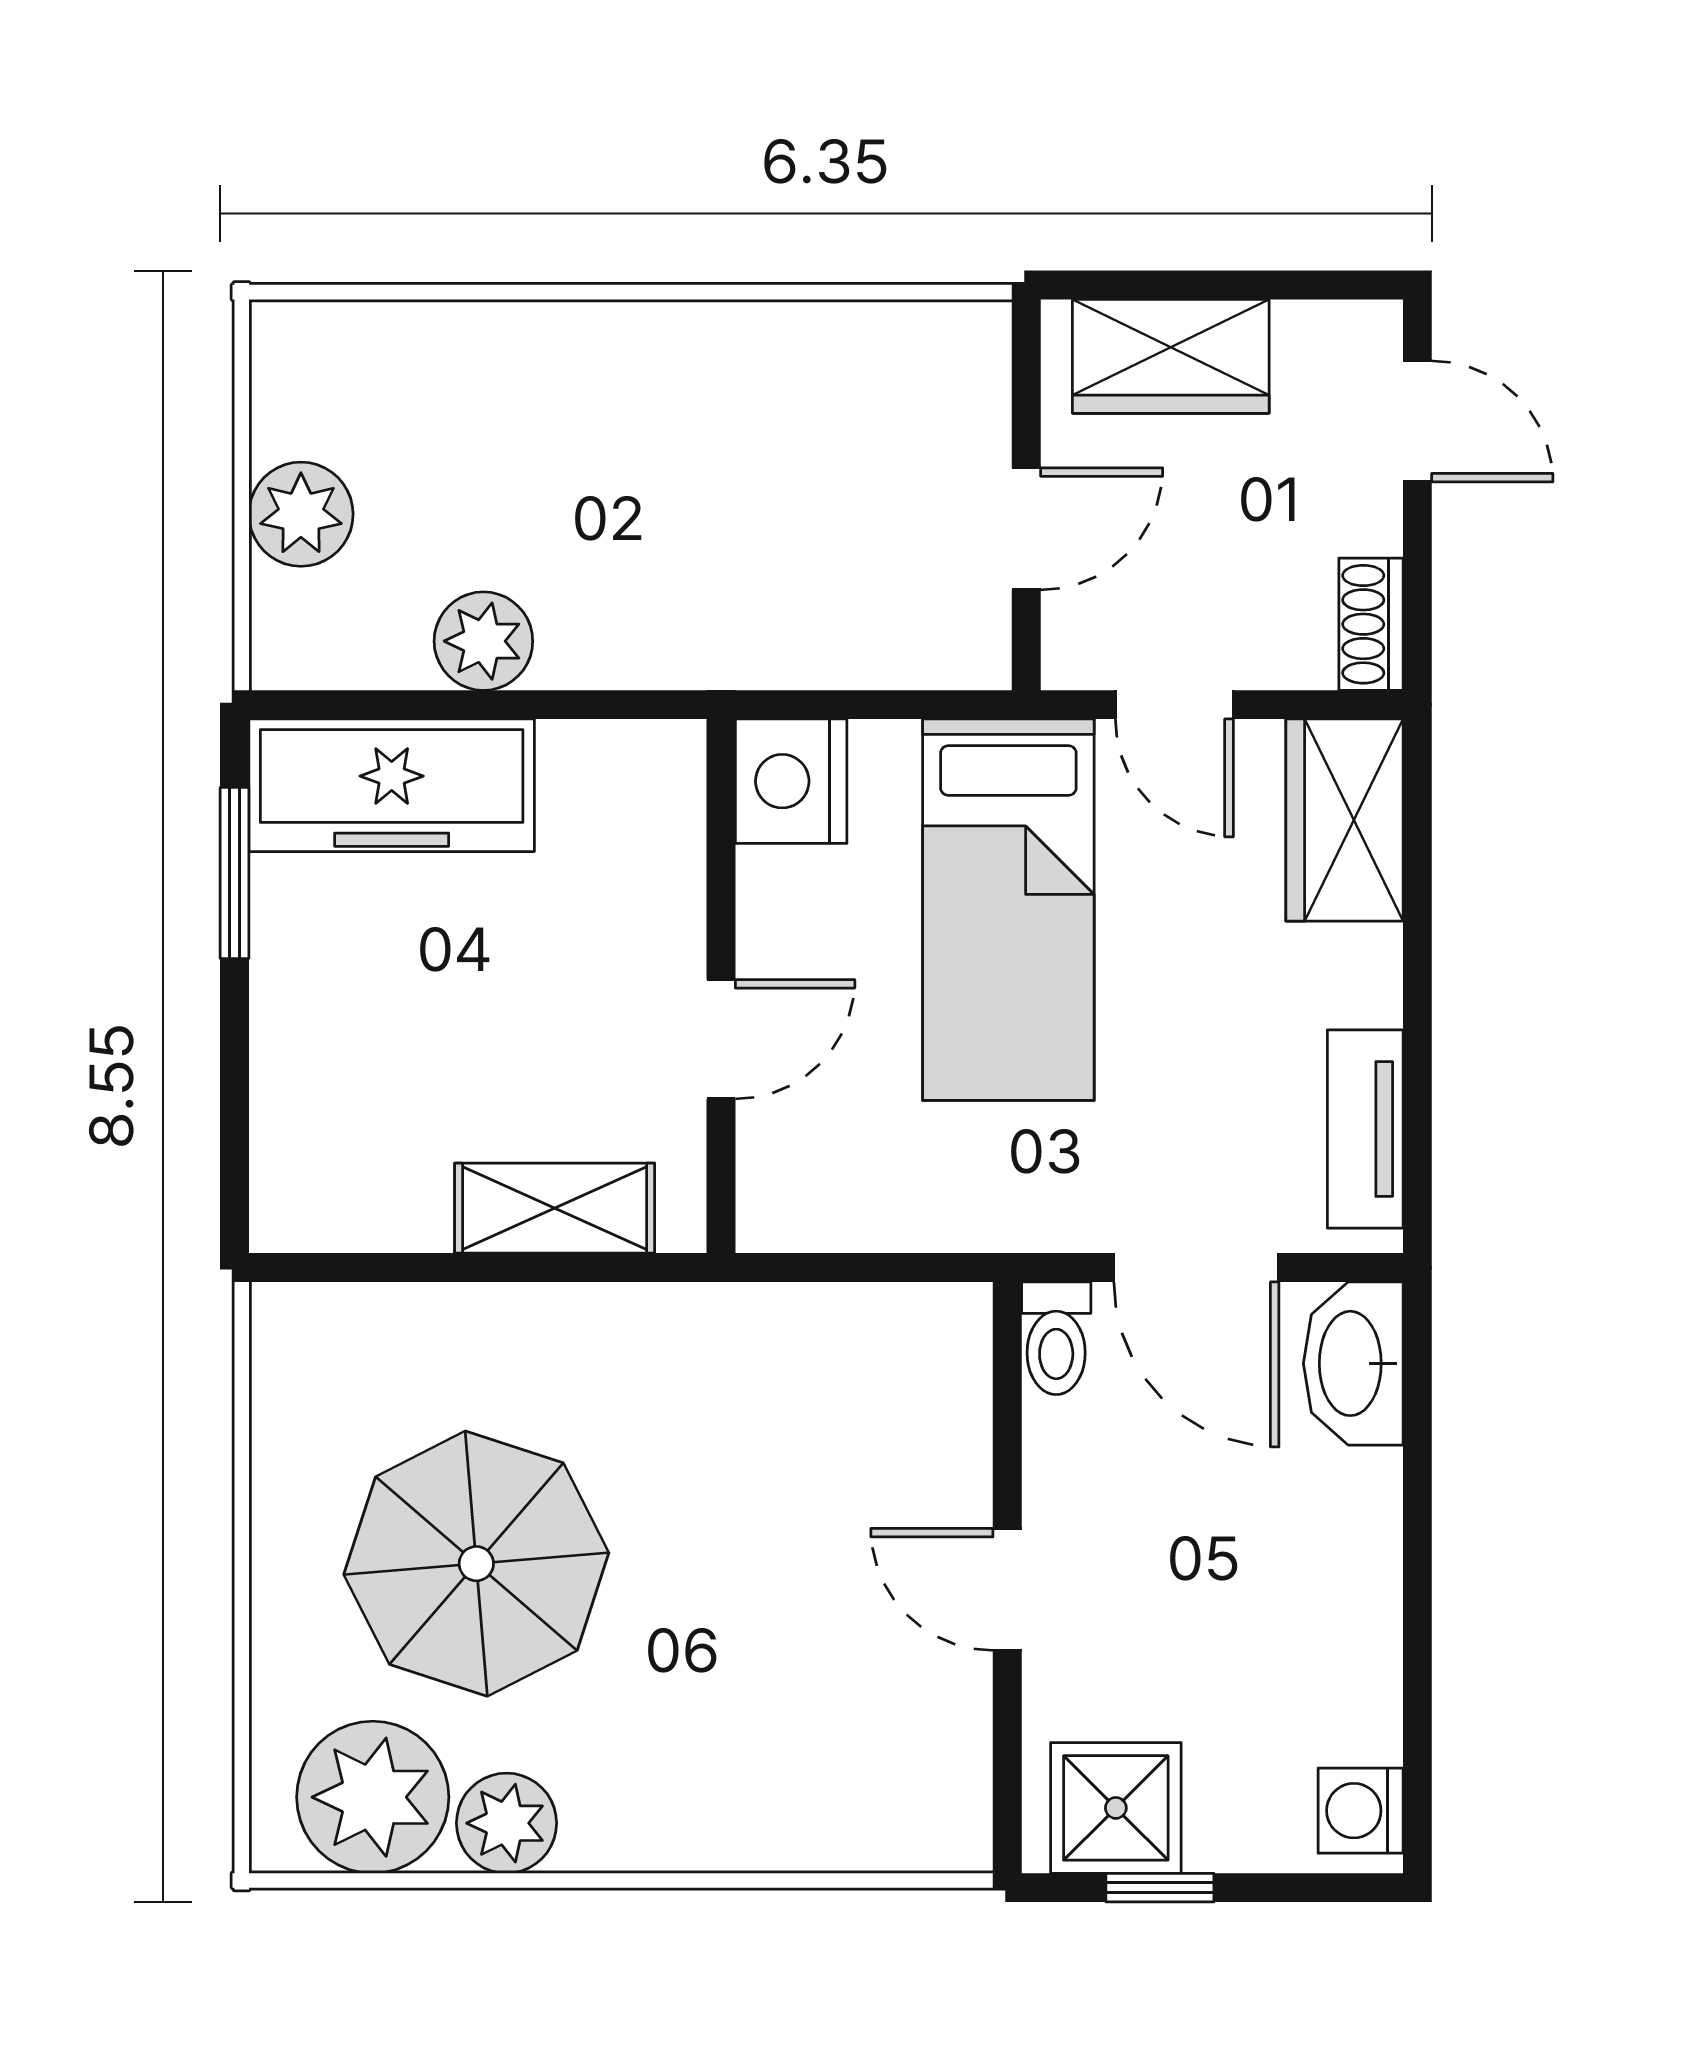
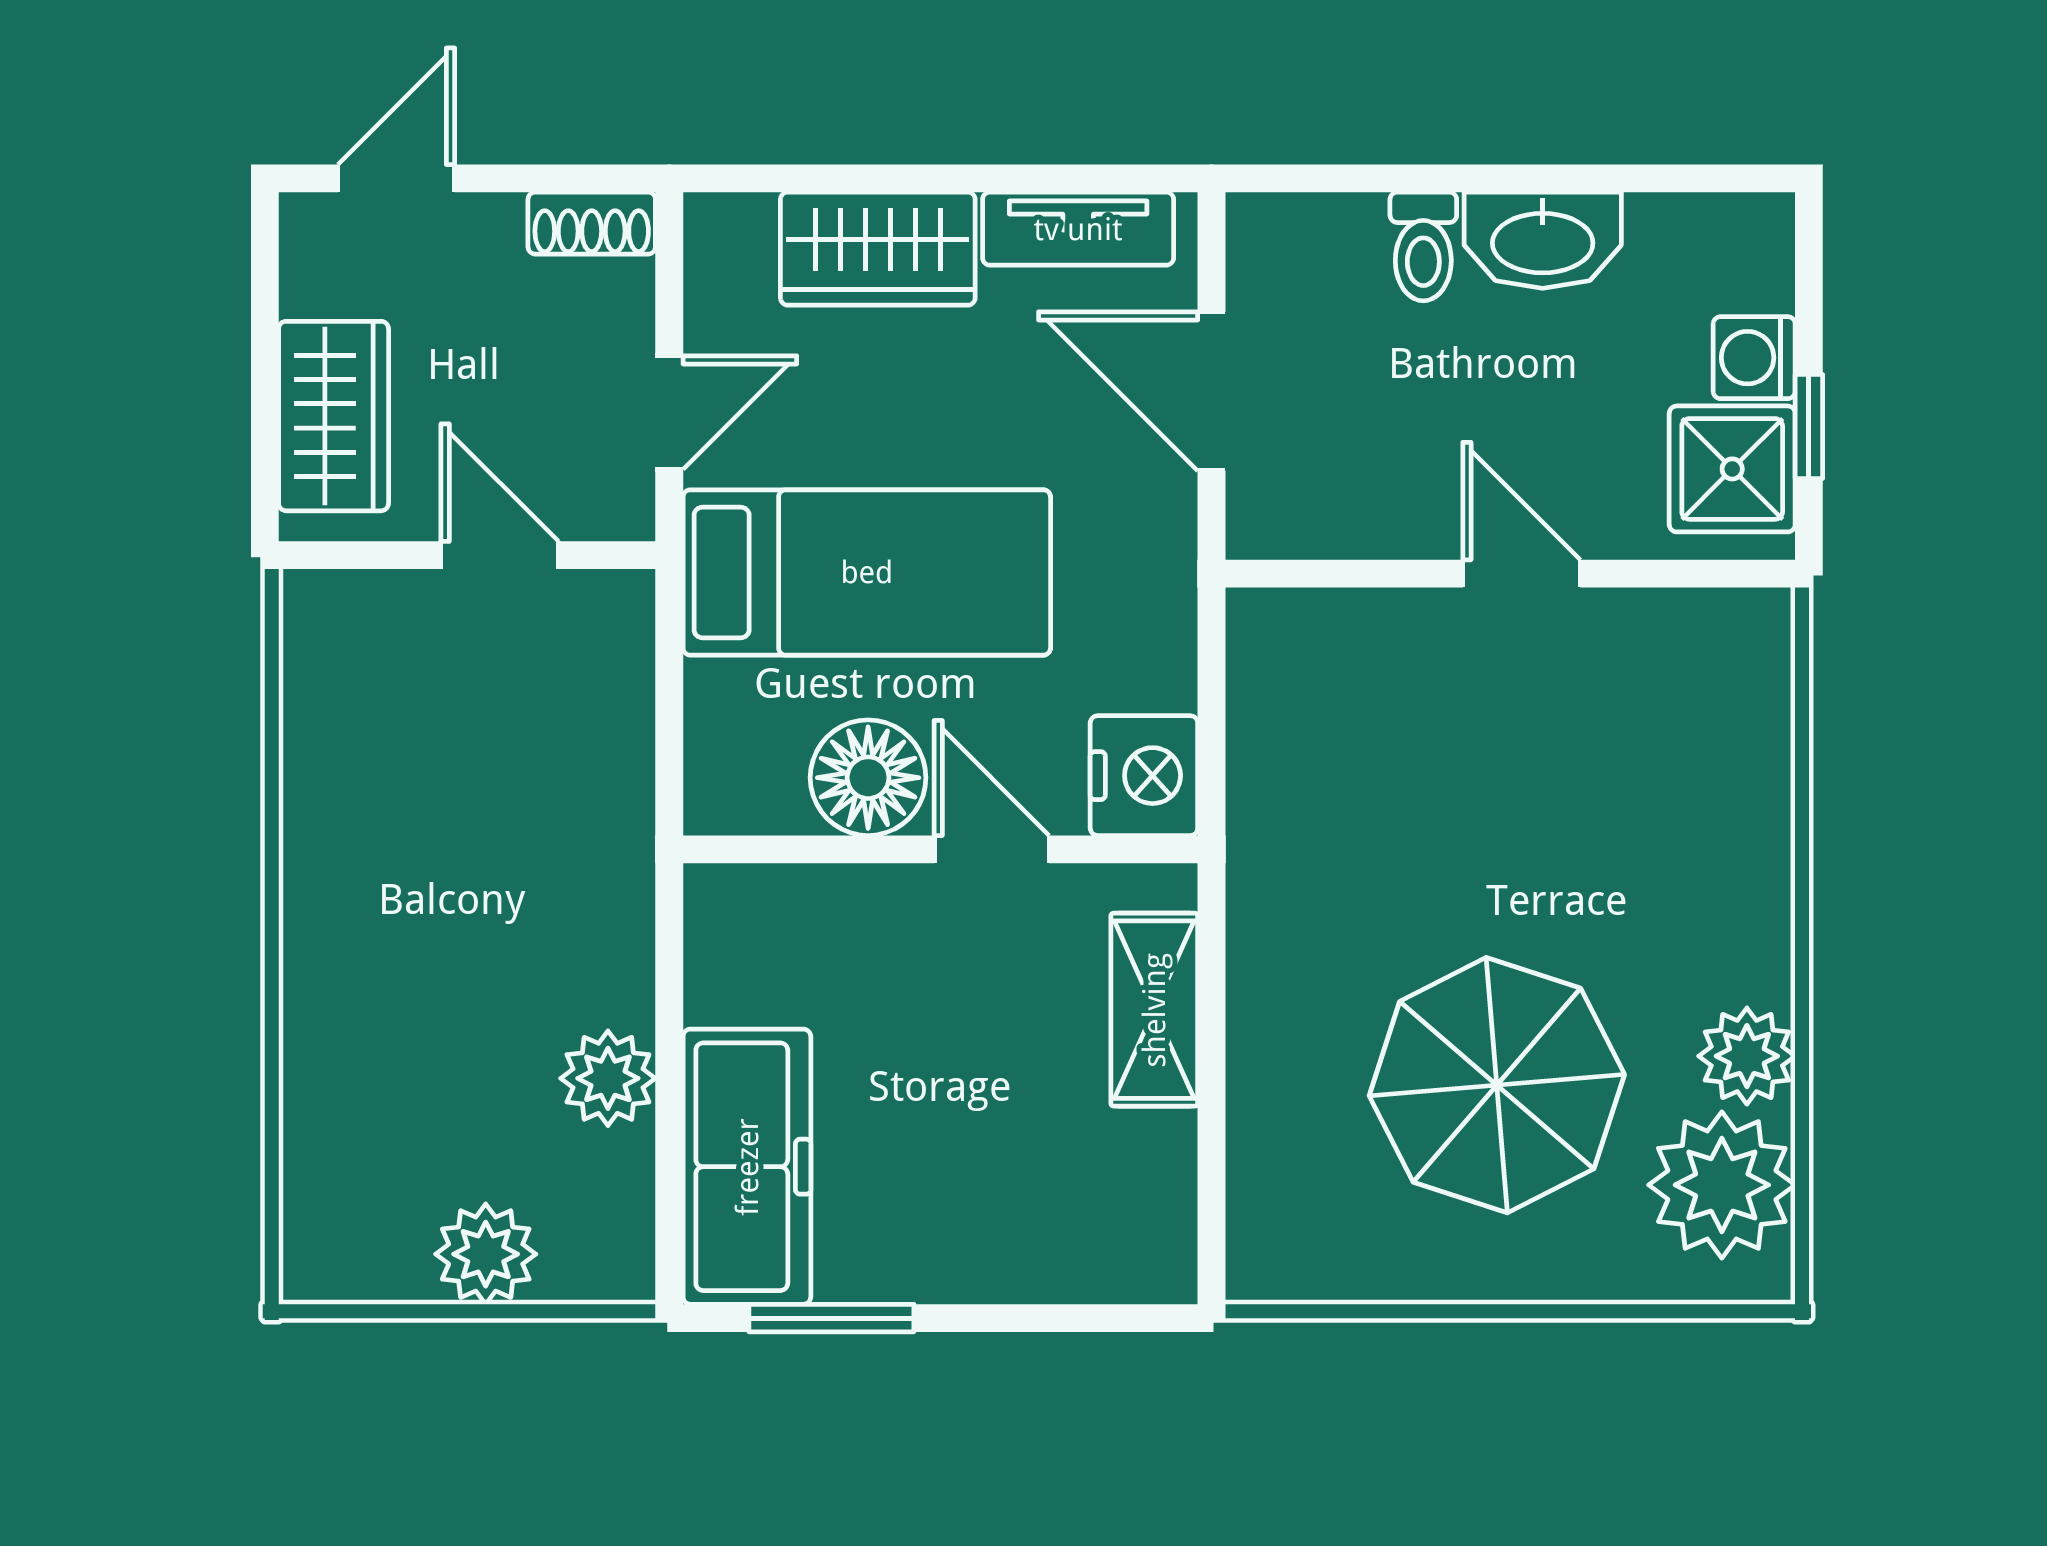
nightstand: (791, 781) -> (1144, 776), moved, turned -90
wardrobe: (1344, 820) -> (878, 249), moved
floor lamp: (795, 911) -> (868, 778), added
door: (1196, 1268) -> (1212, 391), swing flipped
toilet: (1056, 1338) -> (1423, 246), moved, turned 90
washbasin: (1353, 1363) -> (1543, 240), moved
door: (1007, 1589) -> (1522, 574), swing flipped
washing machine: (1361, 1811) -> (1754, 358), moved, turned 90

